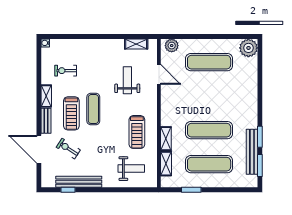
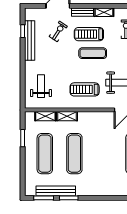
treadmill: (137, 132) -> (85, 89), moved
weight bench: (131, 169) -> (41, 86), turned 180

